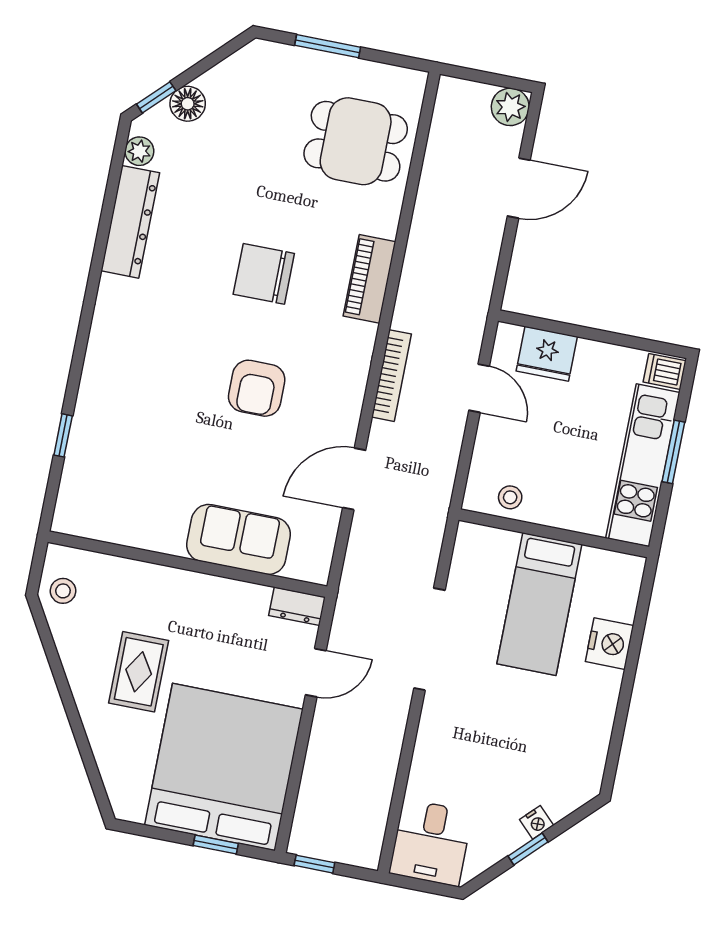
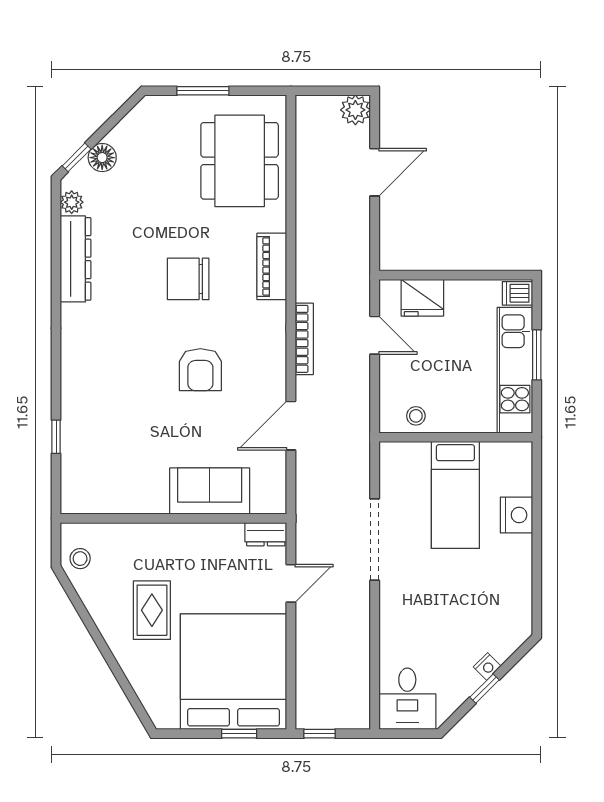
dining table: (356, 141) -> (240, 161), width x1.38

